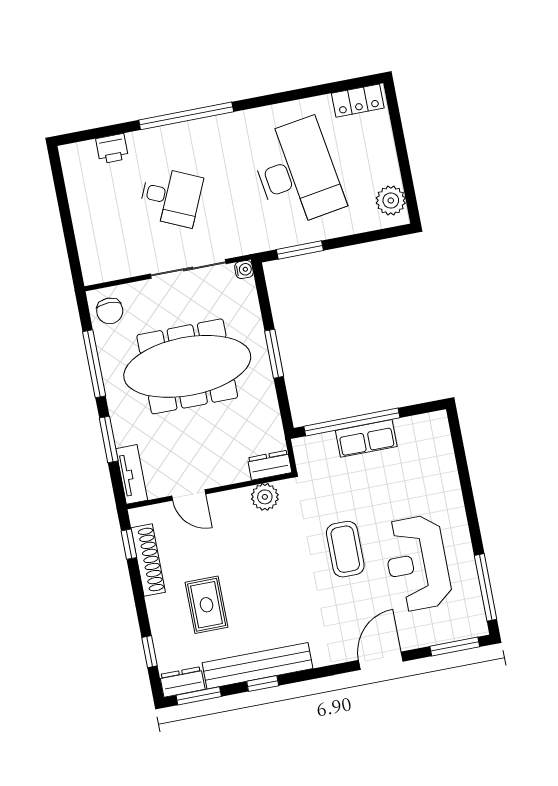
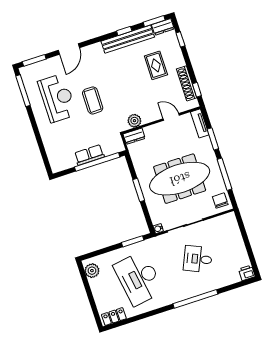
printer: (112, 149) -> (247, 273), moved

